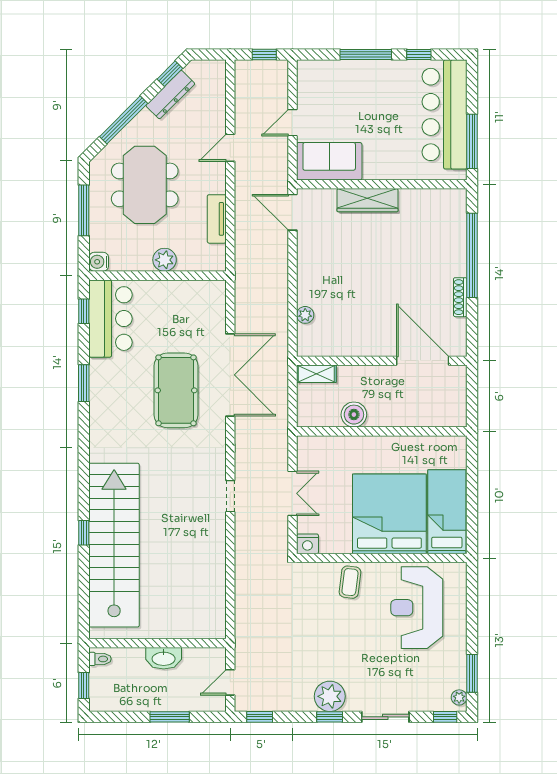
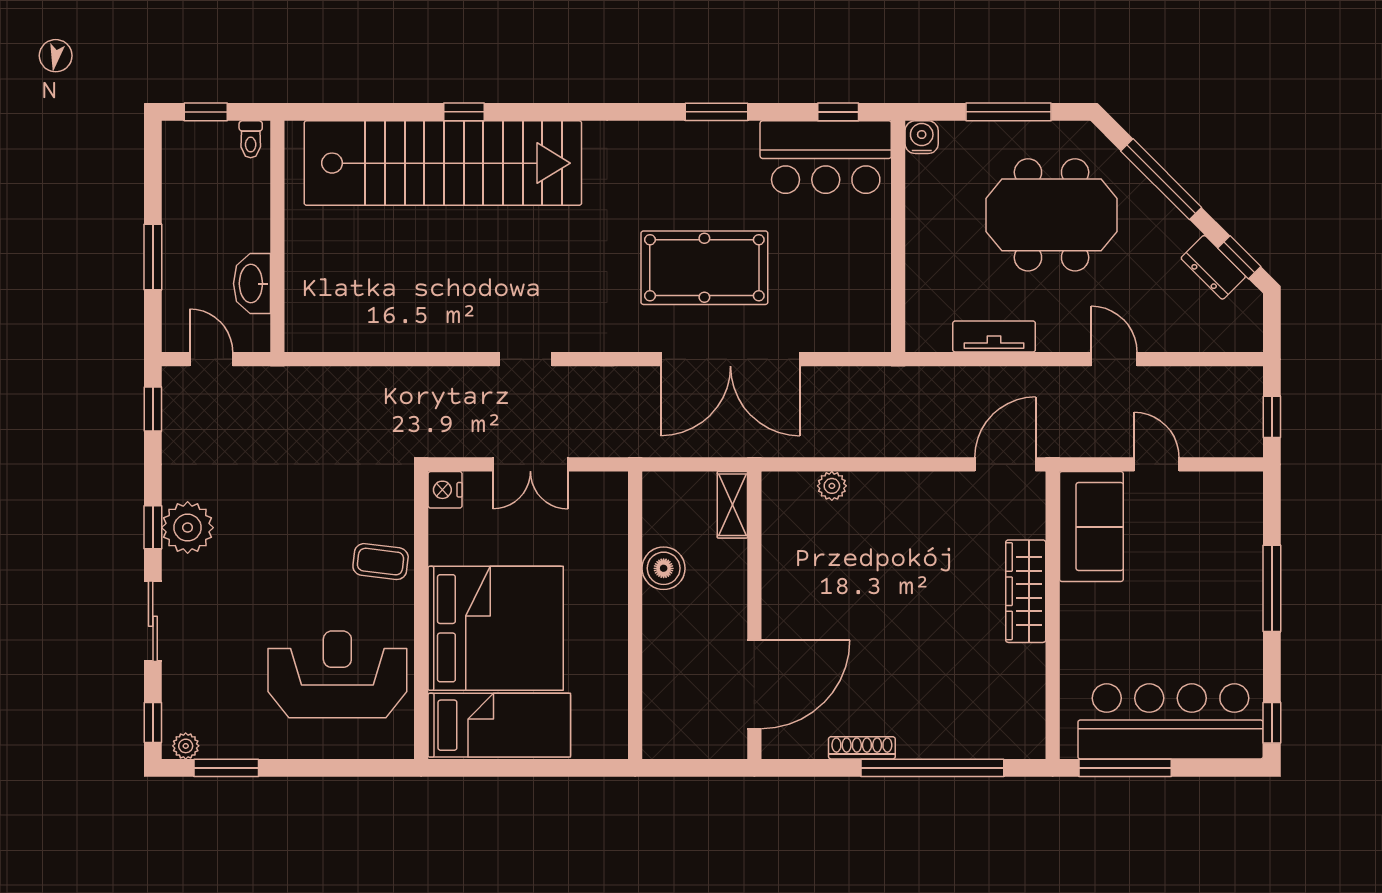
window: (419, 54) -> (1272, 723), moved
dresser: (170, 95) -> (1213, 267), width x0.70
plant: (165, 260) -> (925, 248), removed
washbasin: (164, 658) -> (252, 284), moved

